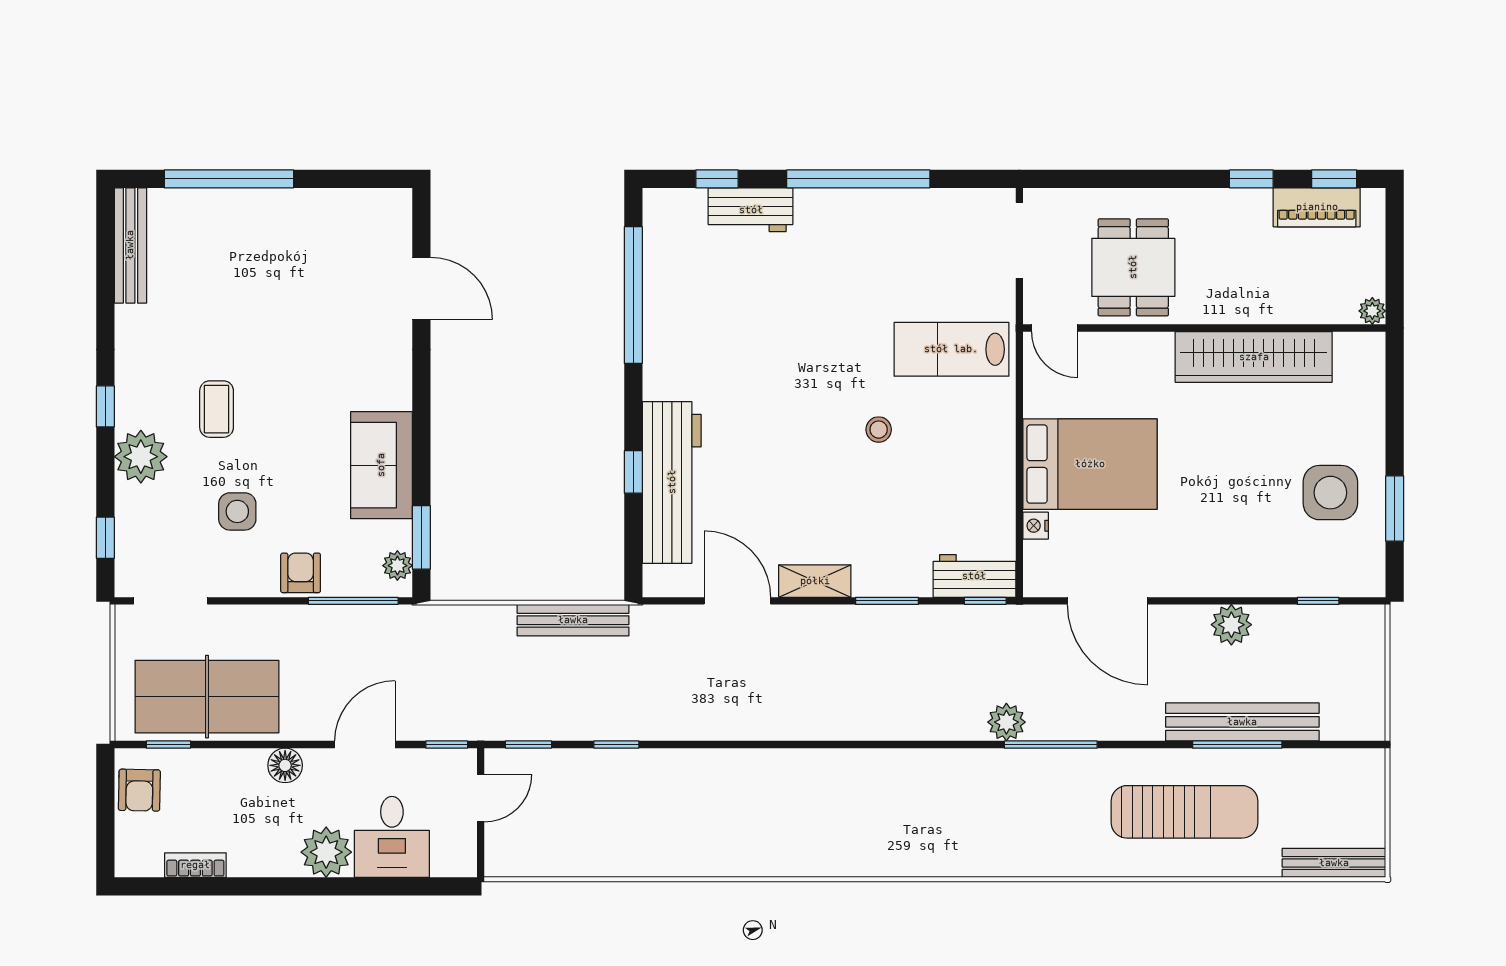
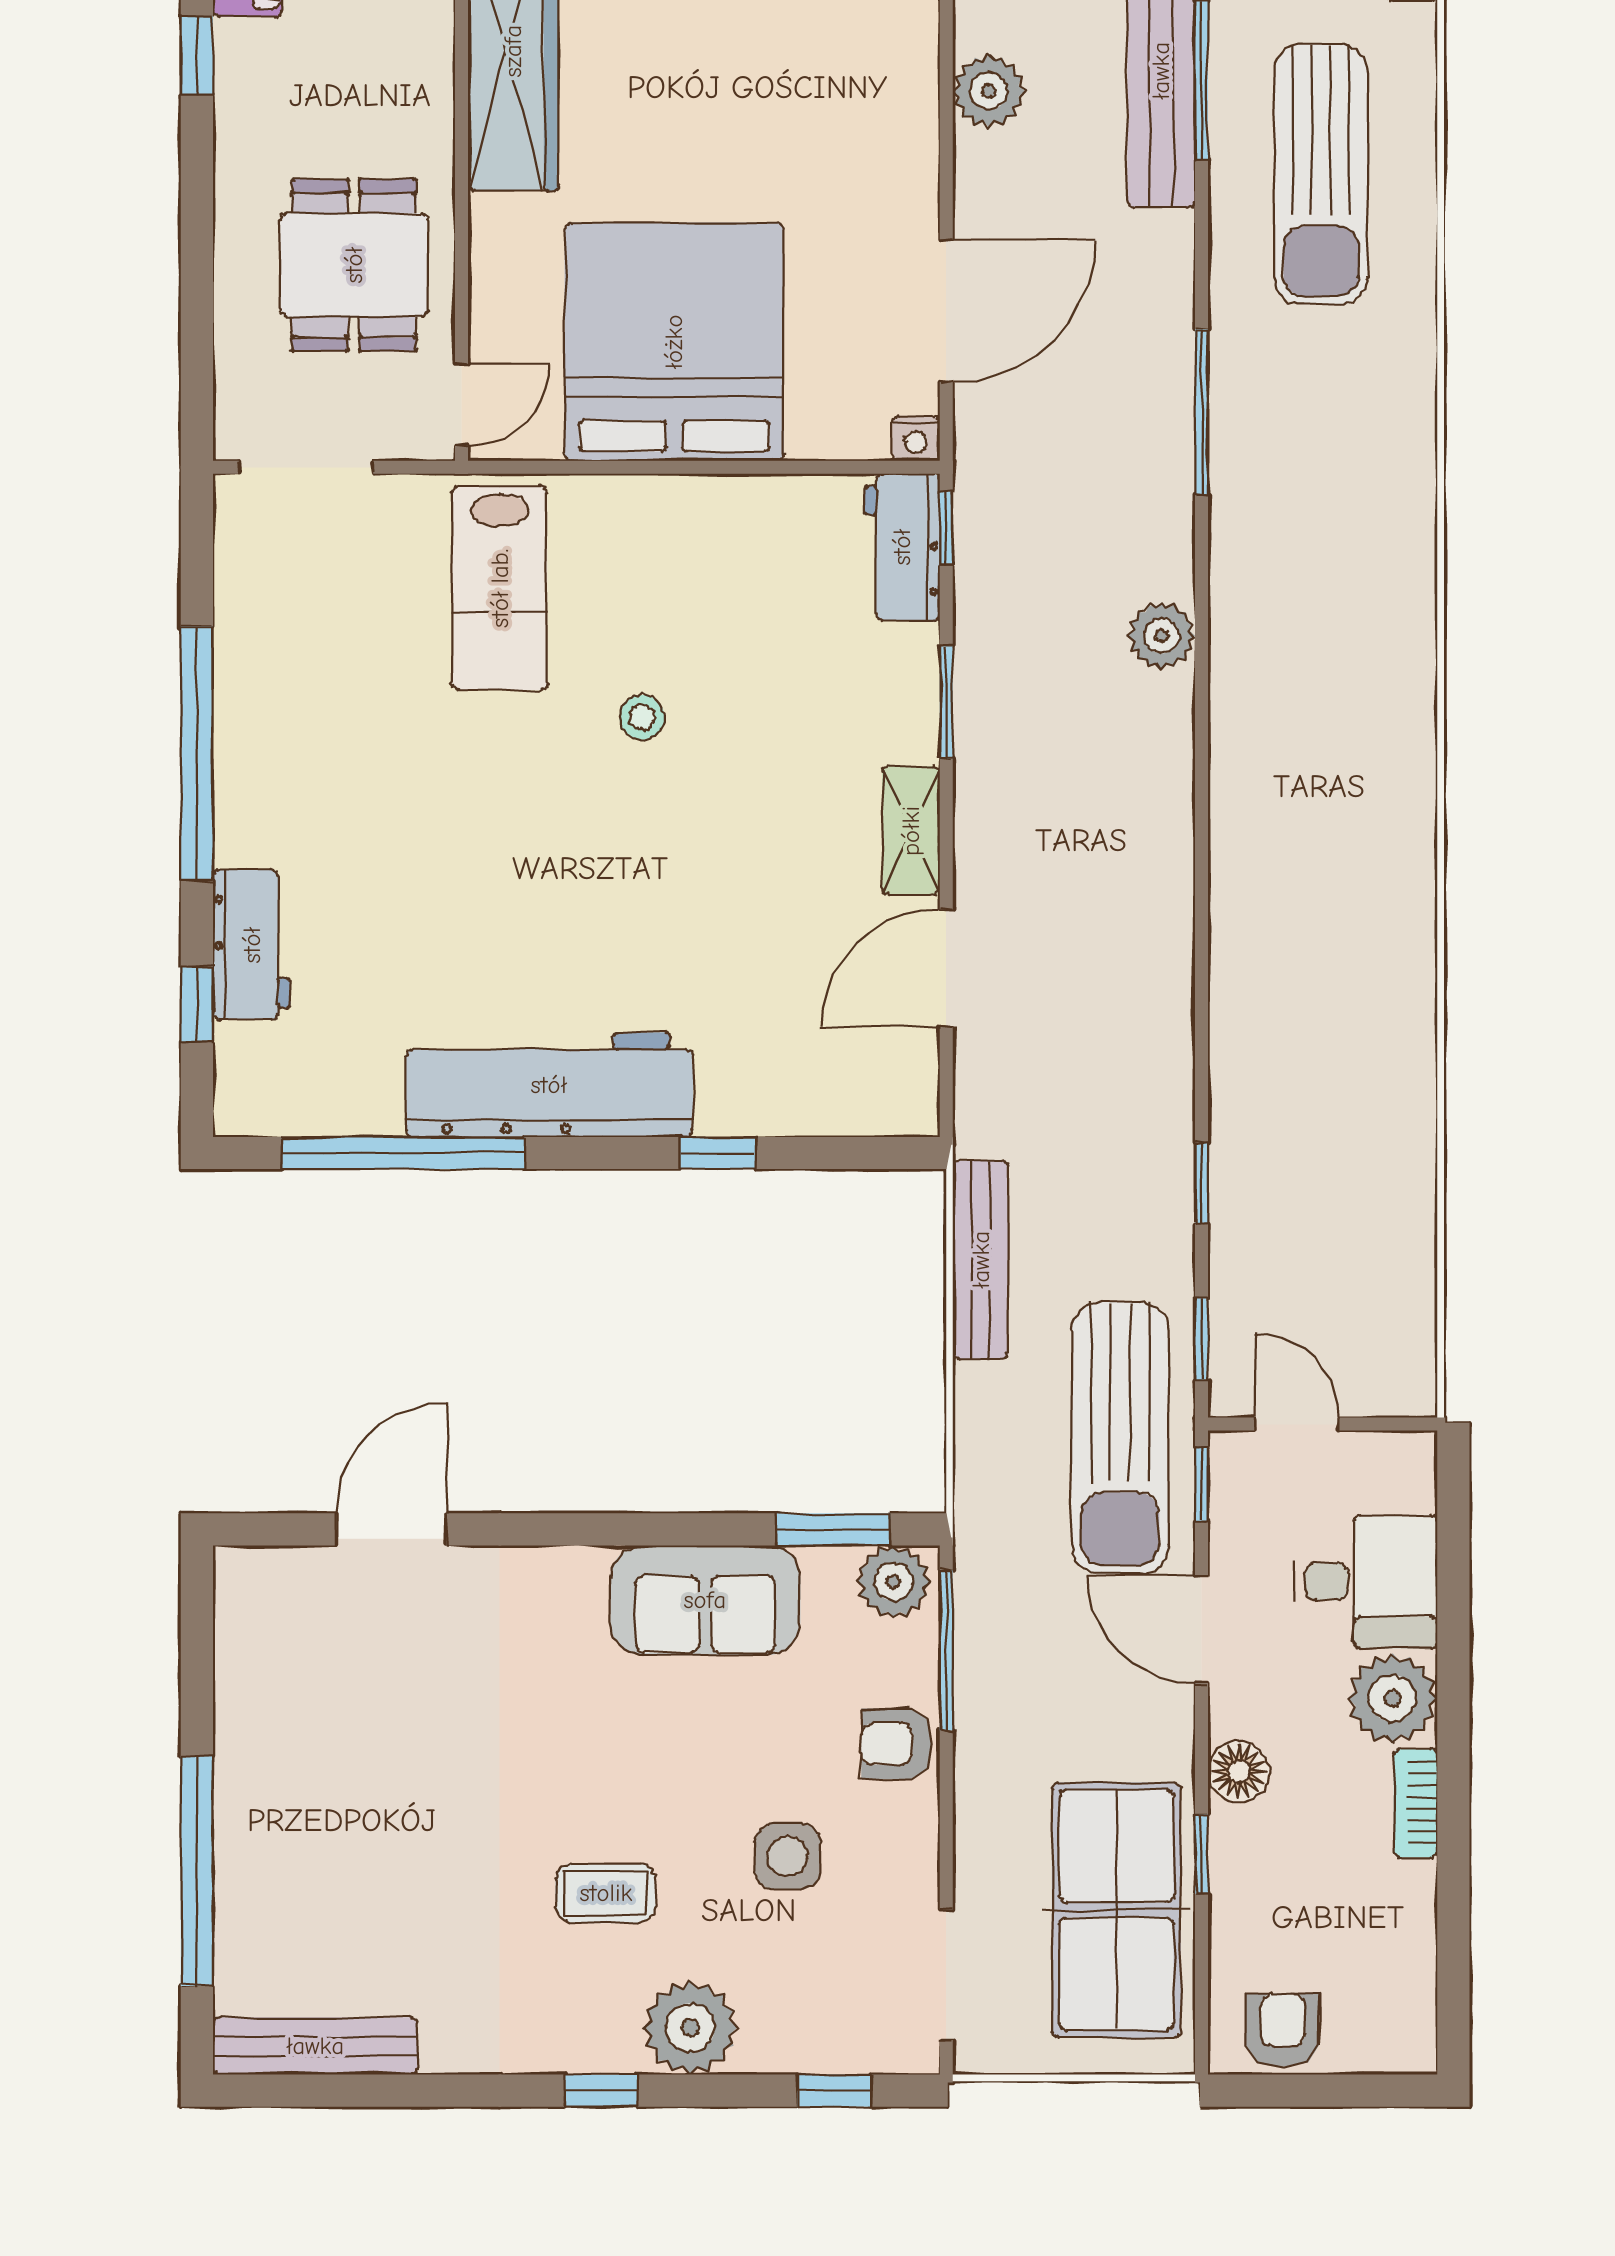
dining table: (1133, 267) -> (354, 265), turned 90
bed: (1090, 464) -> (674, 342), width x1.36
workbench: (672, 482) -> (549, 1085), moved
nightstand: (1036, 526) -> (916, 438), moved
plant: (397, 566) -> (893, 1582), width x1.38, depth x1.38
sun lounger: (473, 699) -> (1120, 1438), added
plant: (1006, 722) -> (1162, 636), moved
window: (168, 745) -> (1201, 1854), moved
armchair: (139, 790) -> (1282, 2030), turned -91
sun lounger: (1184, 812) -> (1321, 174), turned 180
bookcase: (195, 865) -> (1416, 1803), moved

